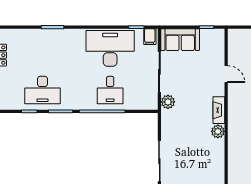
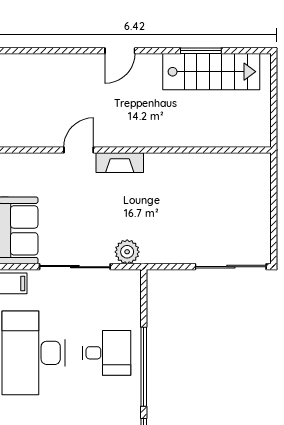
fireplace: (219, 110) -> (120, 163), moved
plant: (218, 131) -> (179, 164), removed

